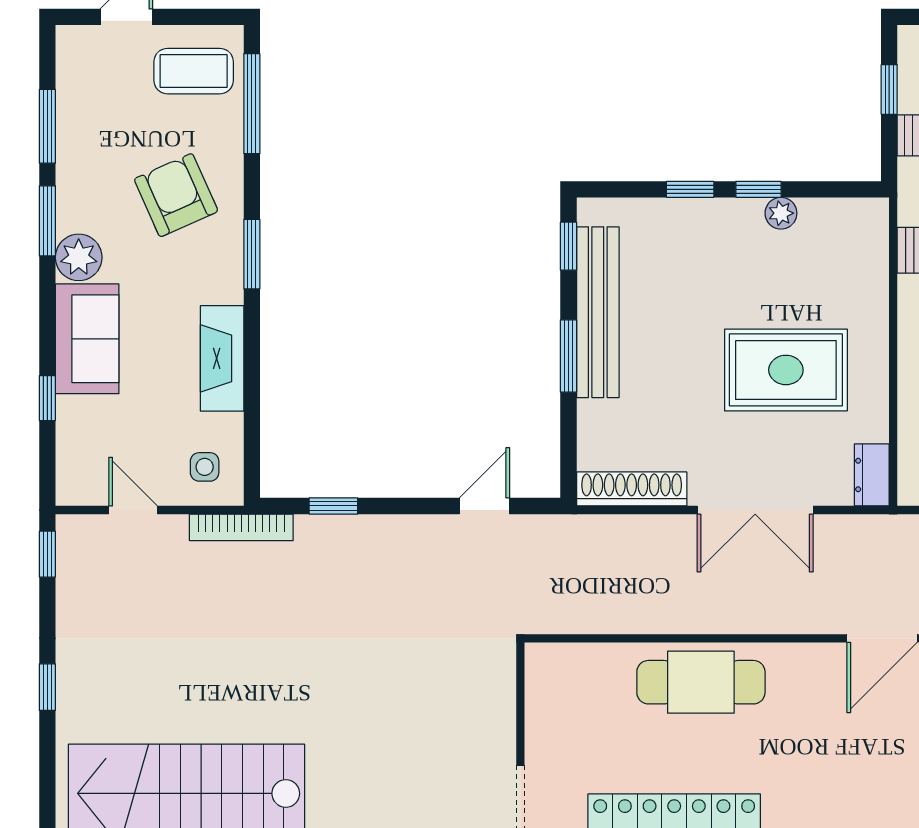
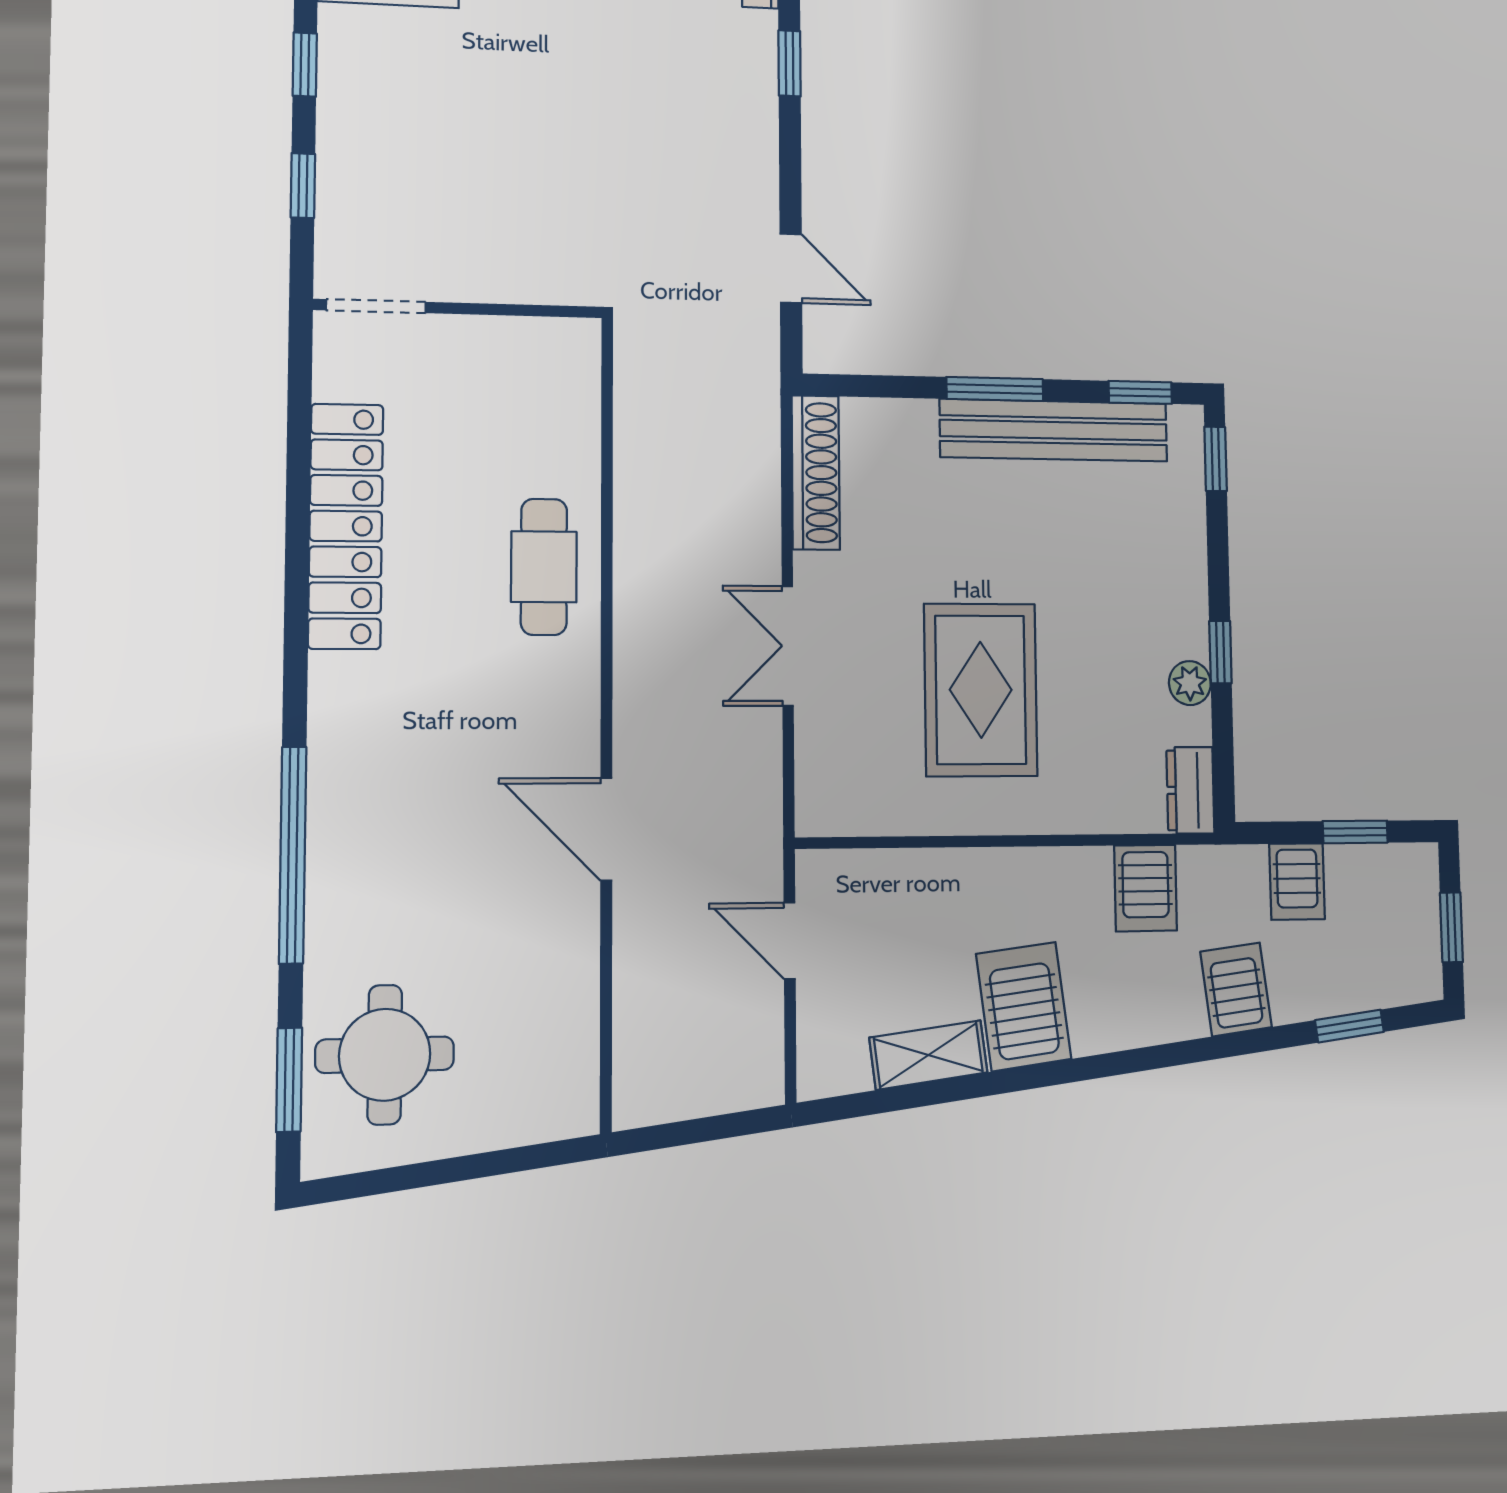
window: (690, 189) -> (1216, 459), moved
dresser: (872, 475) -> (1190, 790), moved, turned -90
double door: (755, 510) -> (788, 646), width x0.73
cafe table: (701, 682) -> (544, 567), width x0.73, depth x0.74

